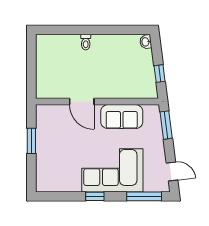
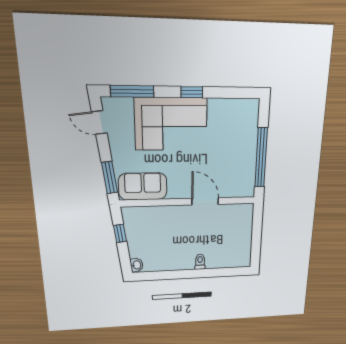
sofa: (122, 117) -> (143, 186), moved
window: (31, 141) -> (261, 158), width x2.11

